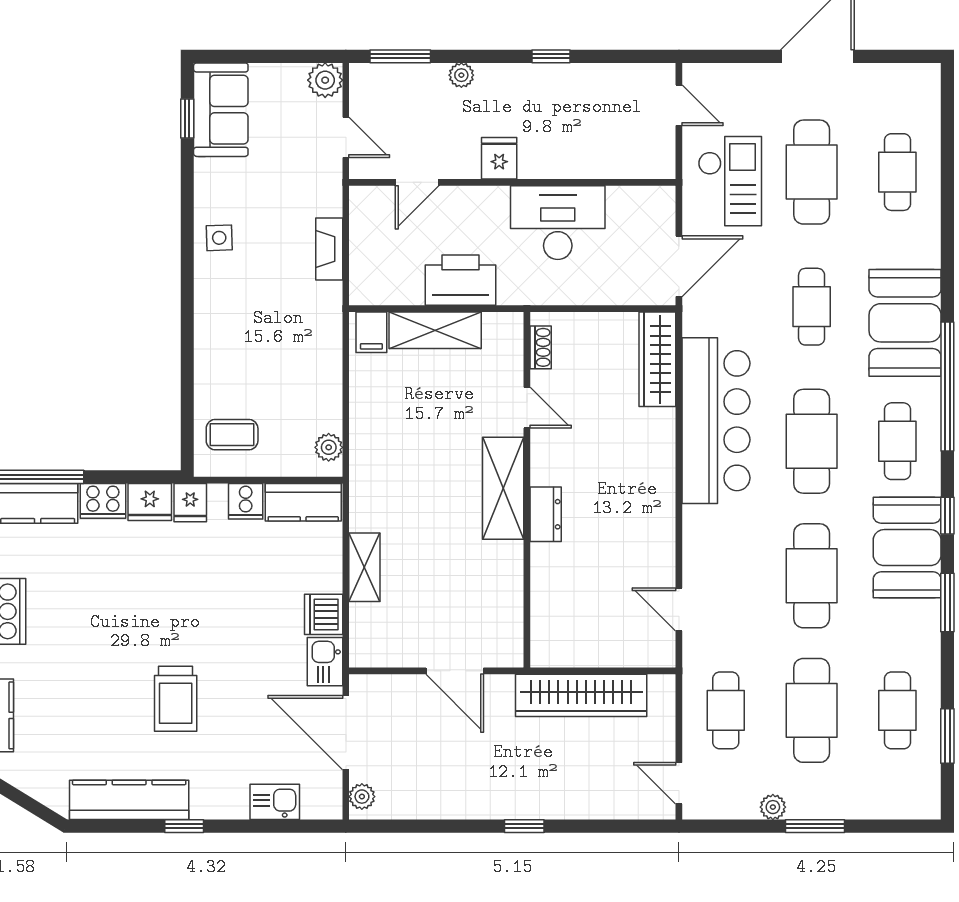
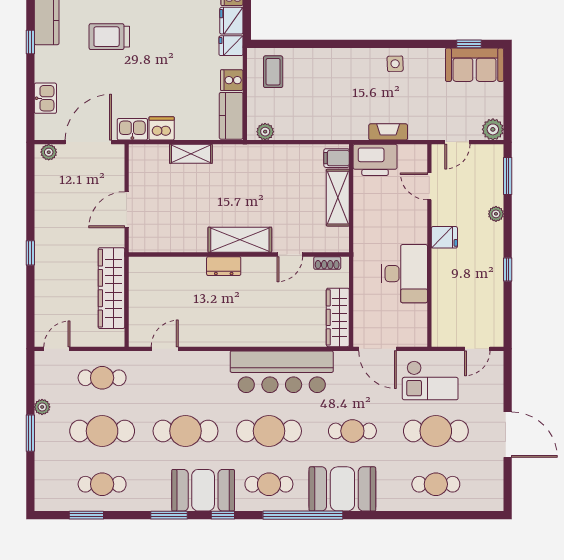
printer: (460, 280) -> (375, 160), moved, turned 90
wardrobe: (657, 359) -> (338, 317), moved, turned -90

